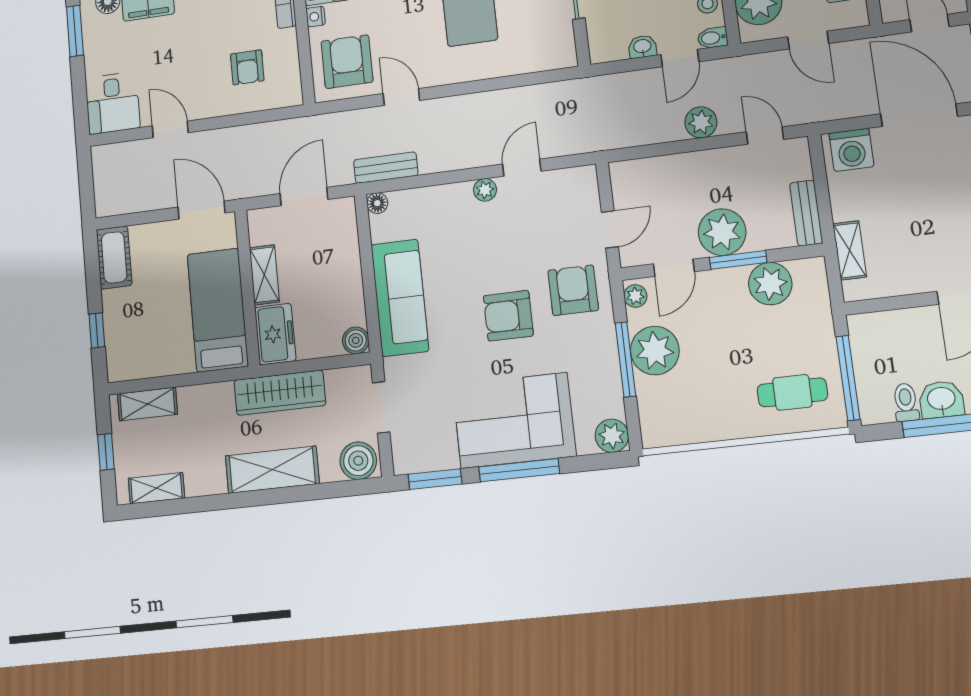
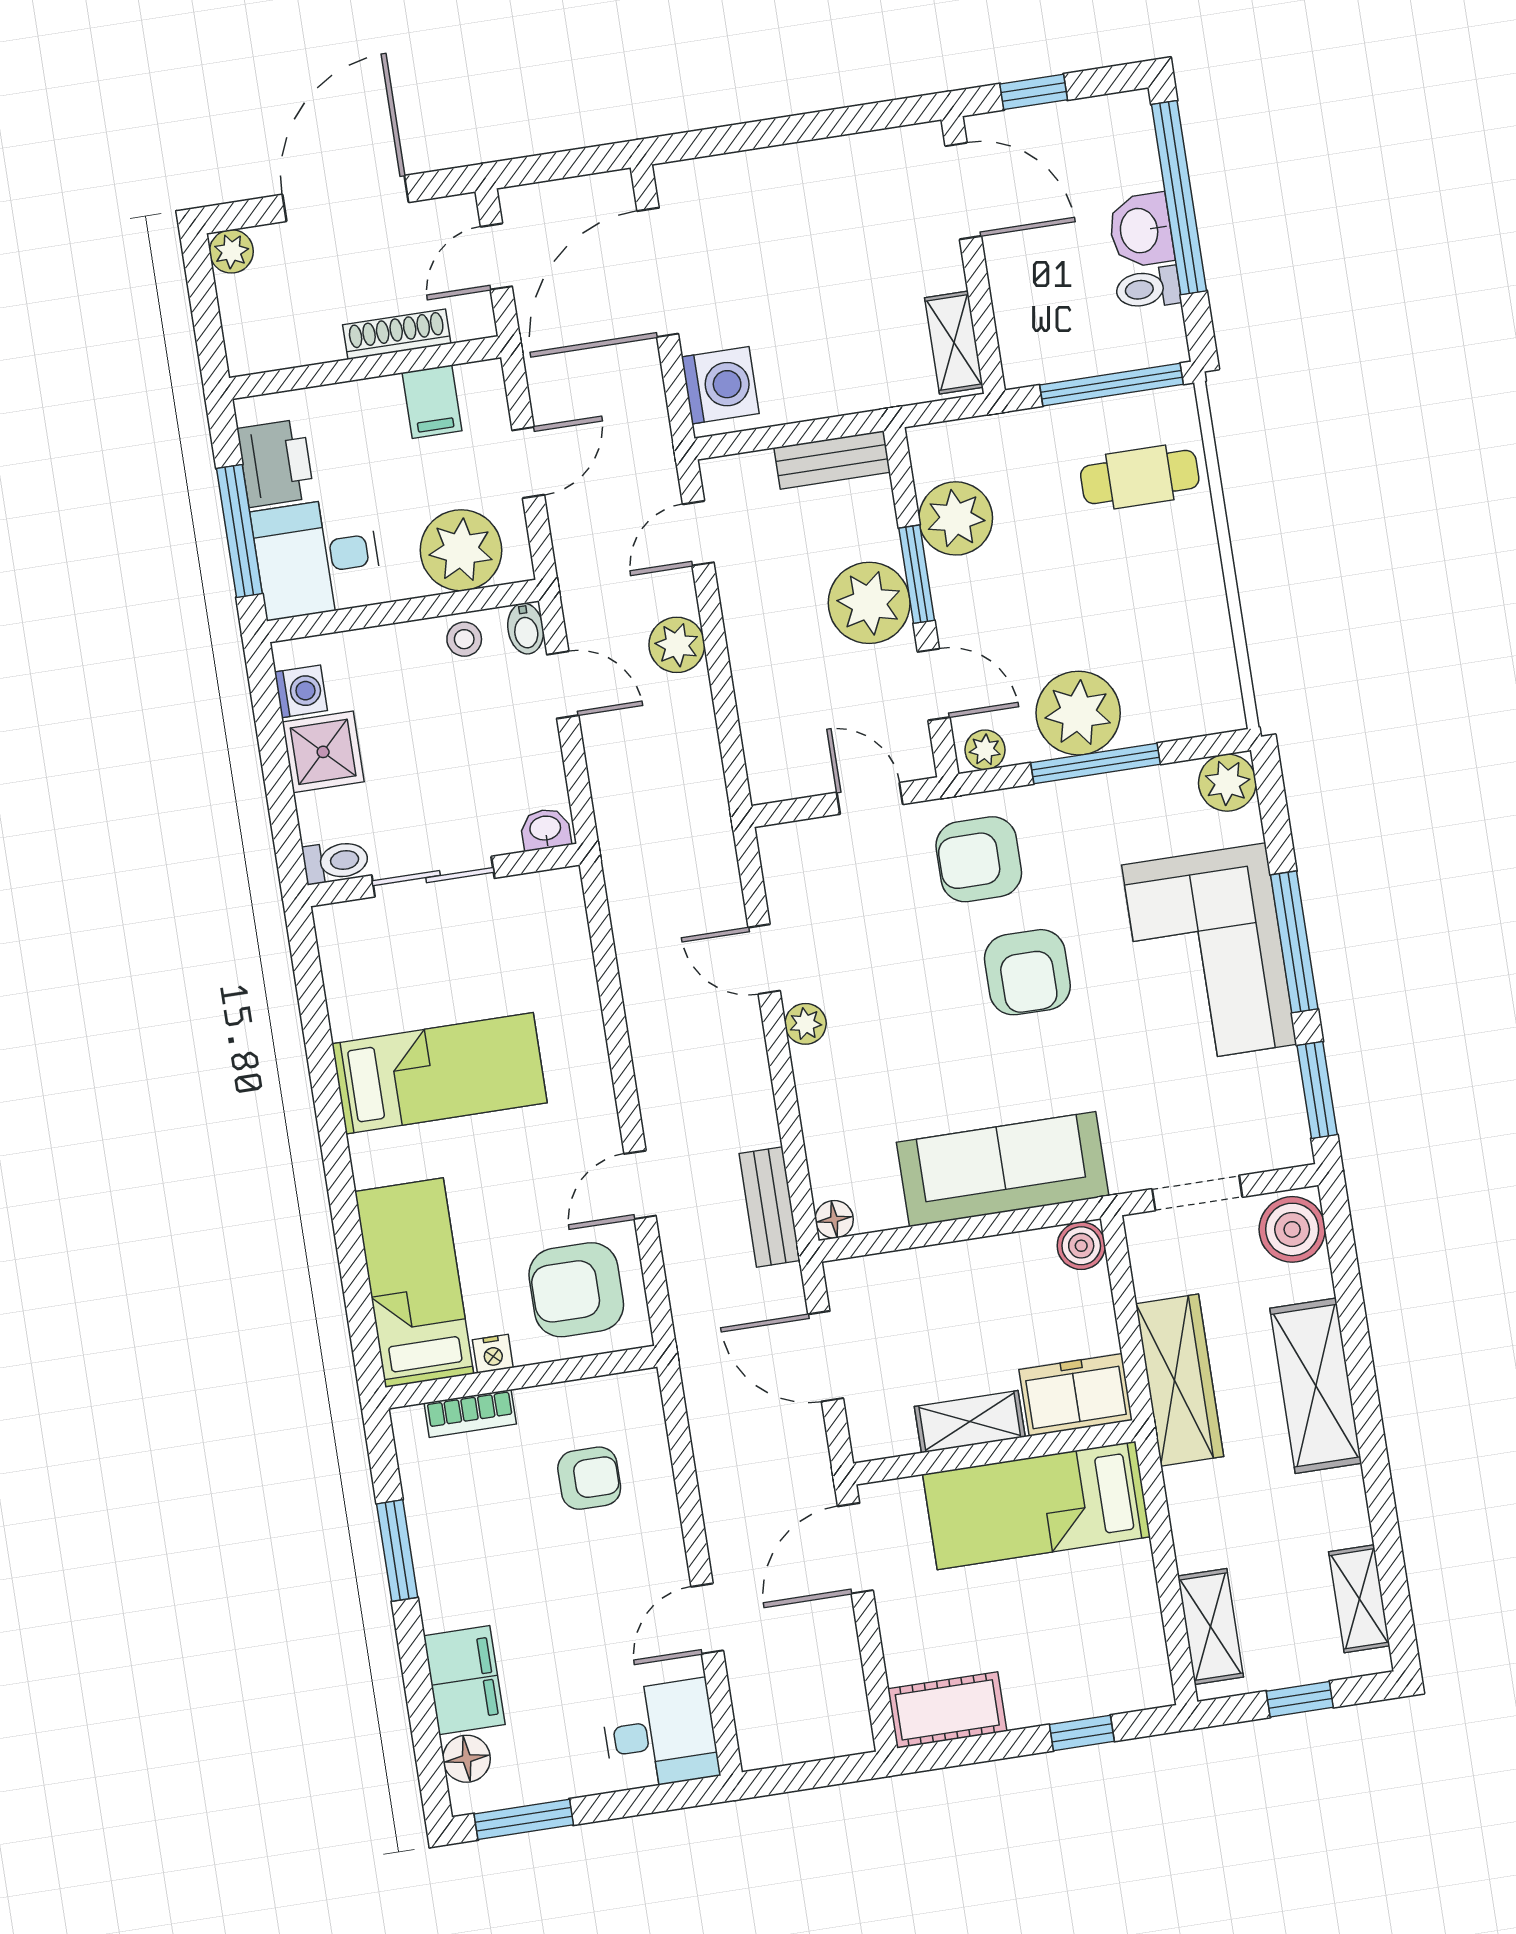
washbasin: (642, 47) -> (545, 829), moved, turned 90
shelving: (850, 250) -> (954, 343), moved, turned 90
cafe table: (792, 392) -> (1140, 477), turned 90

